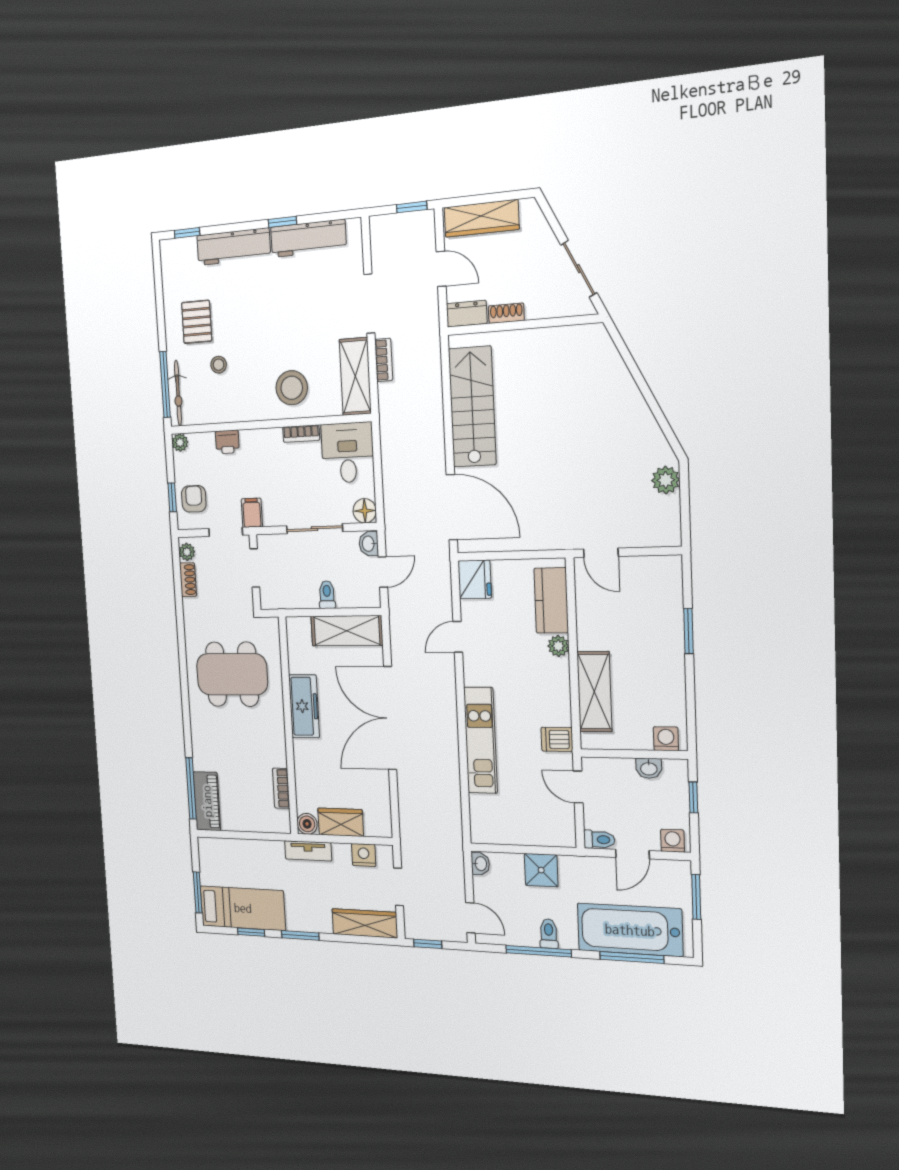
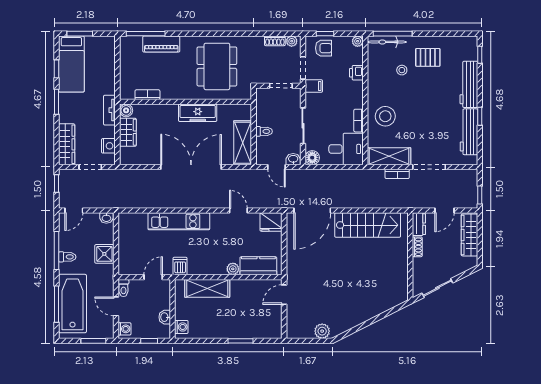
piano: (207, 801) -> (161, 44), moved

